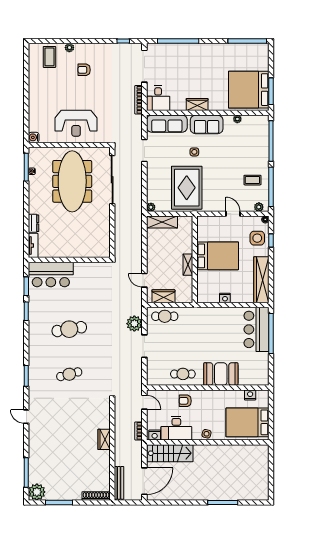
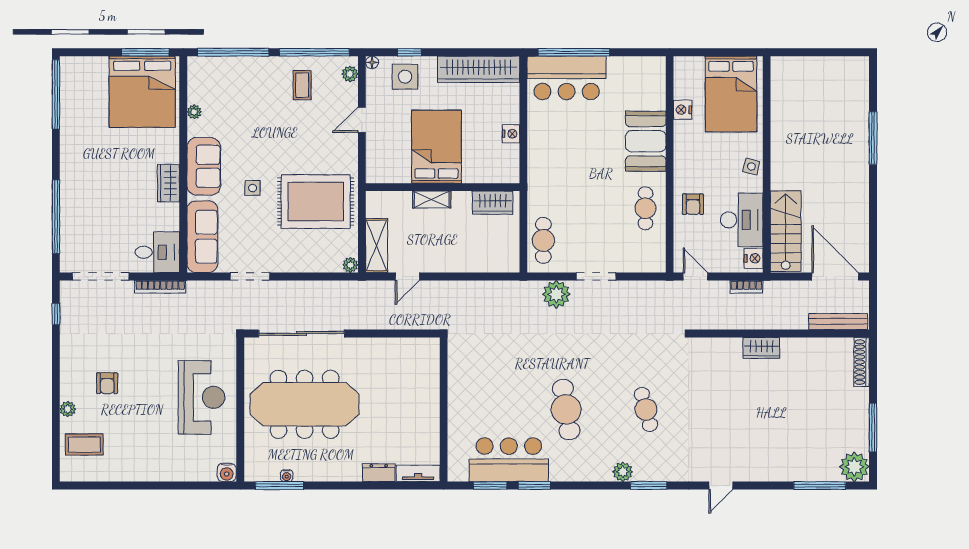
shelving: (188, 265) -> (432, 200), moved
bar counter: (51, 274) -> (509, 460), moved, turned -90
door: (144, 280) -> (407, 276), moved
wardrobe: (163, 296) -> (493, 203), moved, turned -90
plant: (34, 361) -> (623, 472), added
nightstand: (250, 395) -> (683, 110), moved
door: (144, 402) -> (695, 276), hinge flipped

